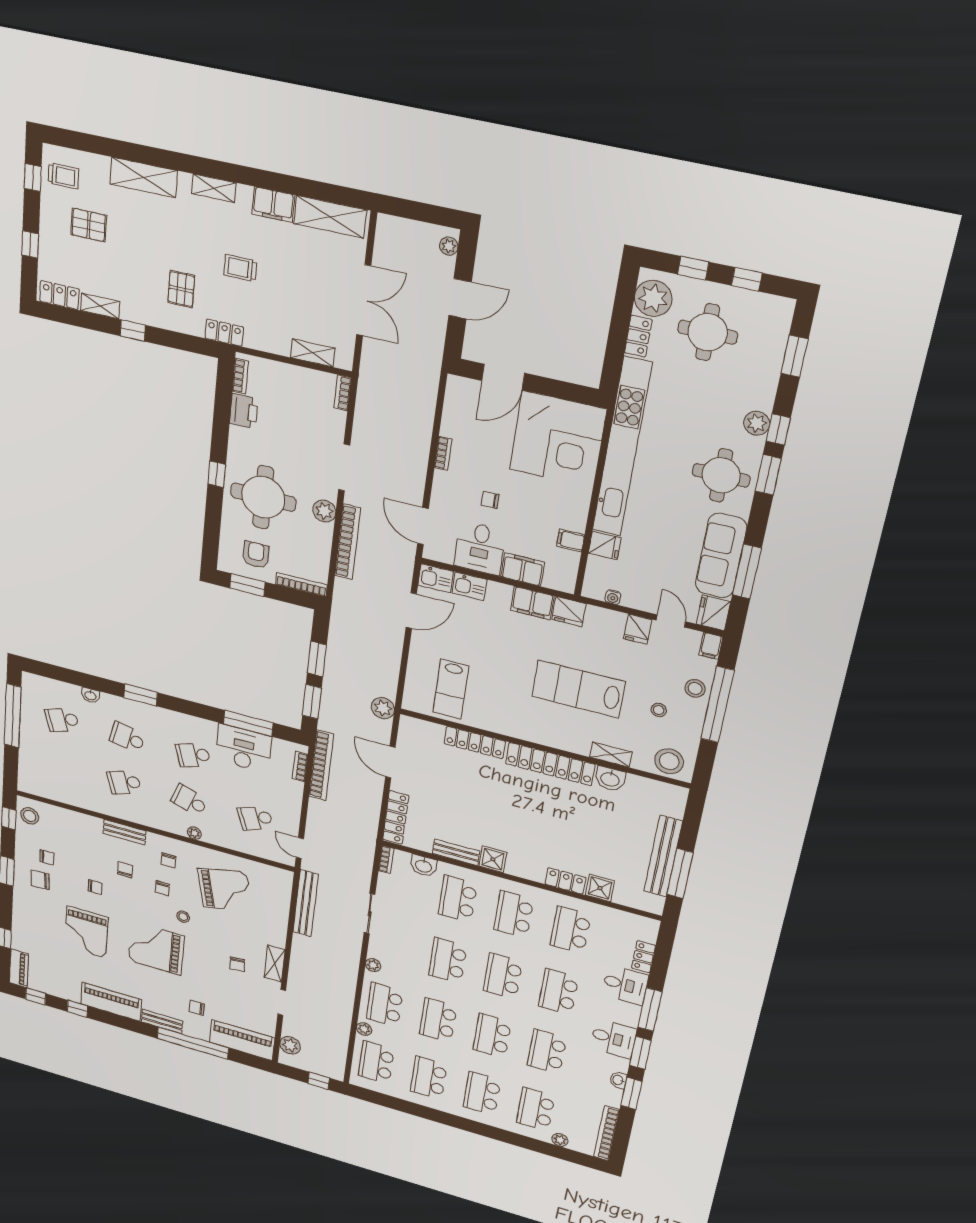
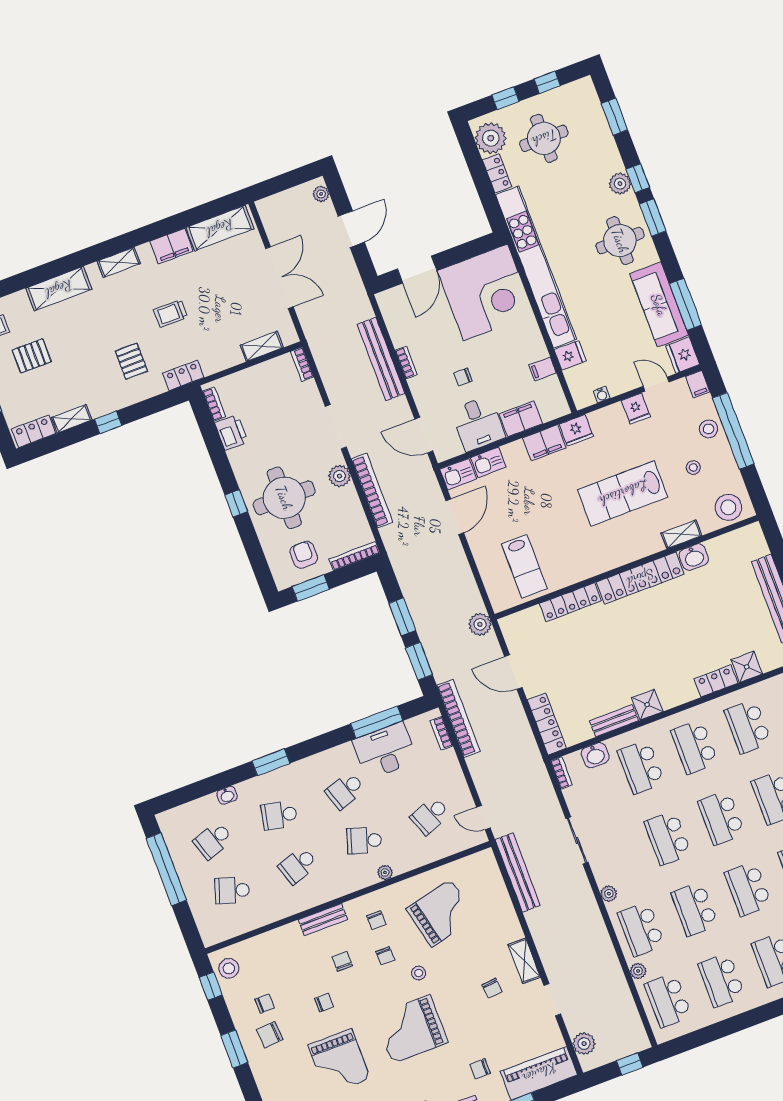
bench: (421, 435) -> (381, 359), added
school desk: (60, 765) -> (232, 890), added

